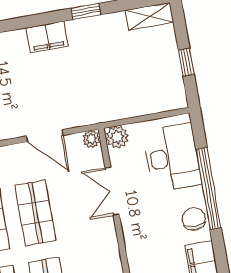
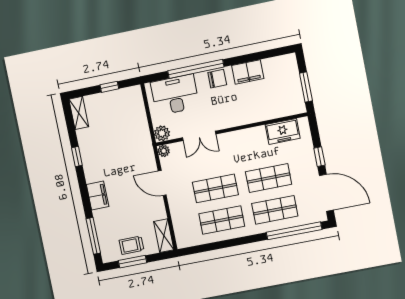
filing cabinet: (47, 37) -> (98, 195), moved
door: (45, 136) -> (162, 183), swing flipped
chair: (194, 219) -> (217, 79), turned 180

